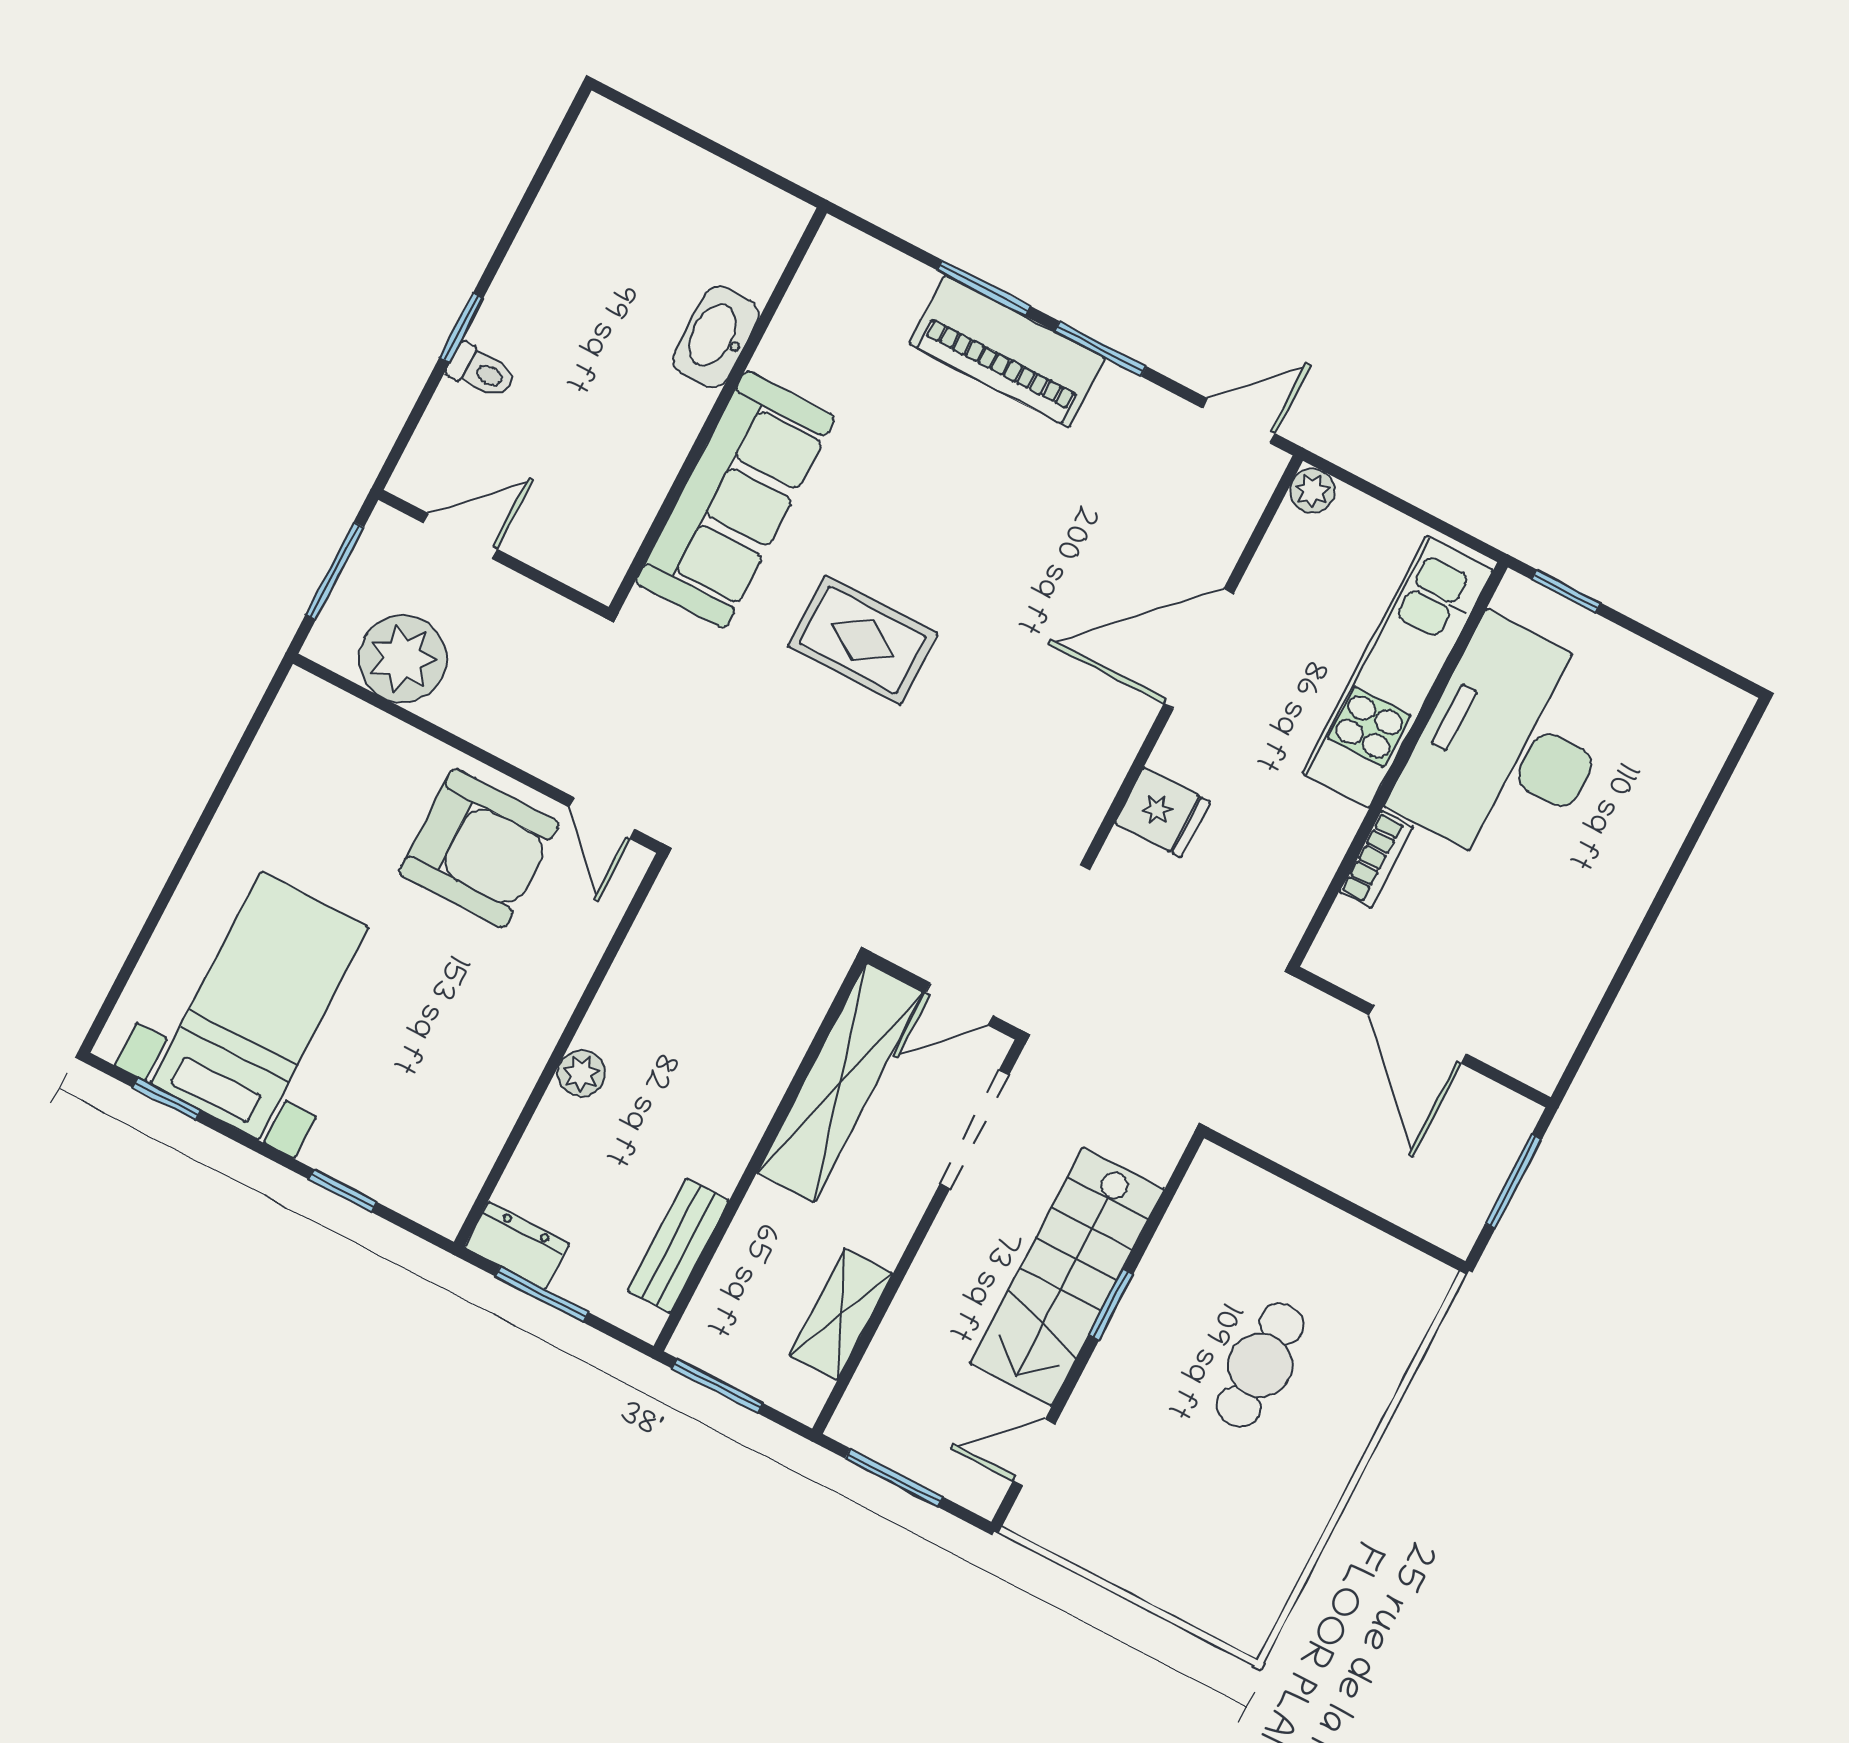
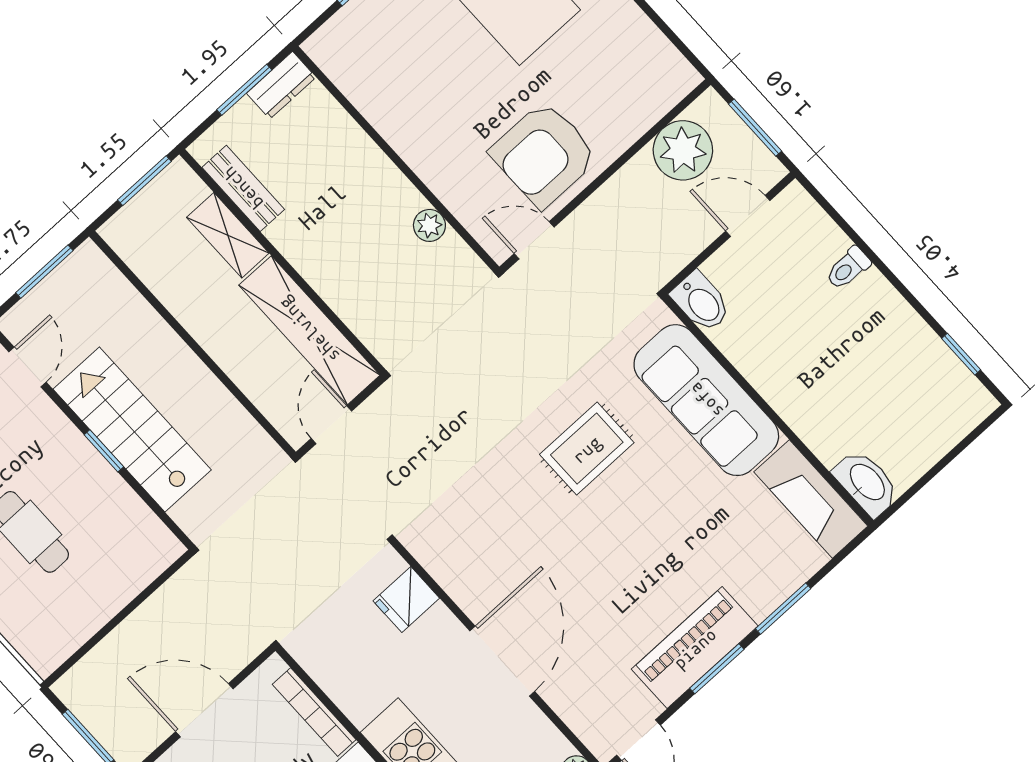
fireplace: (819, 305) -> (811, 499), added
window: (461, 328) -> (961, 354), moved
washbasin: (716, 337) -> (866, 483), moved
piano: (1007, 351) -> (695, 648), moved
door: (460, 536) -> (748, 216), swing flipped
bidet: (602, 557) -> (701, 302), added
bookcase: (1376, 860) -> (314, 712), width x1.56
plant: (581, 1073) -> (429, 225), moved
doorway: (974, 1129) -> (248, 405), removed
shelving: (841, 1314) -> (228, 235), moved

